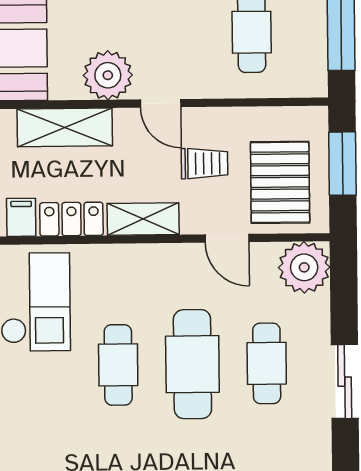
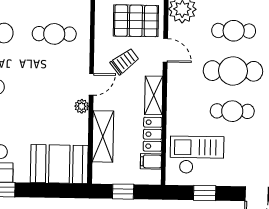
plant: (108, 75) -> (82, 106), width x0.53, depth x0.53
trolley: (205, 163) -> (125, 61), turned 52
door: (227, 238) -> (165, 50), hinge flipped

